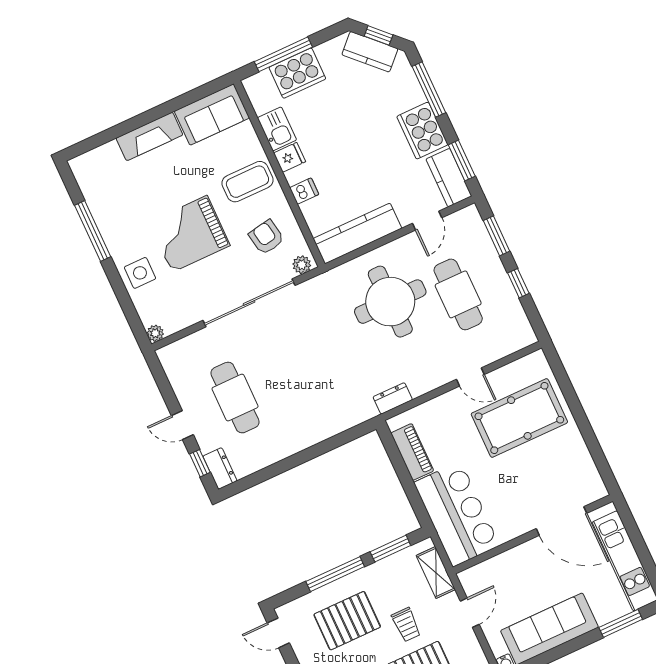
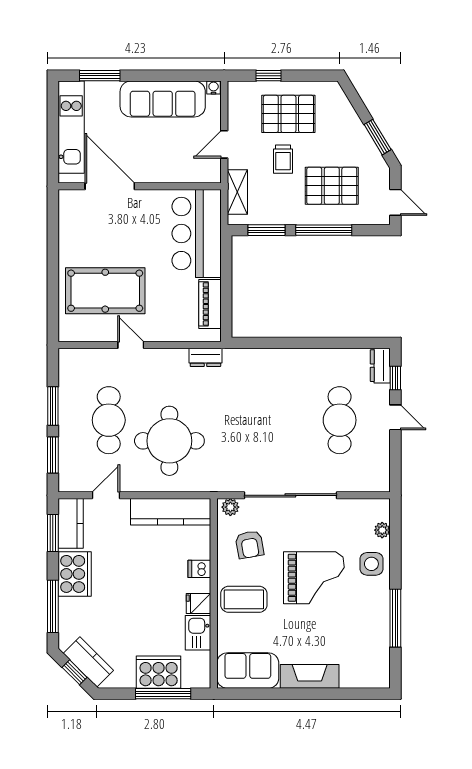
window: (518, 283) -> (53, 406), width x1.50
plant: (155, 333) -> (382, 530), moved
trolley: (406, 625) -> (283, 159), turned 180

